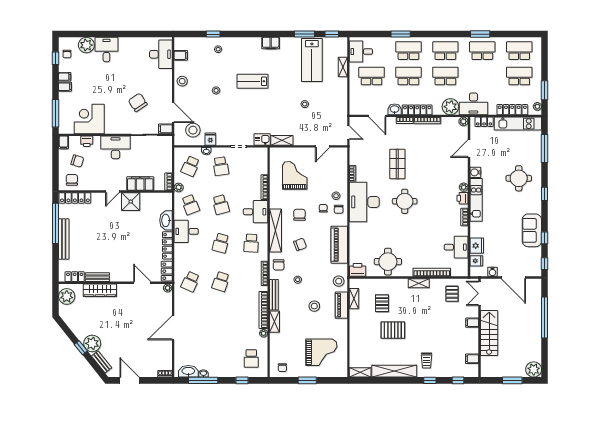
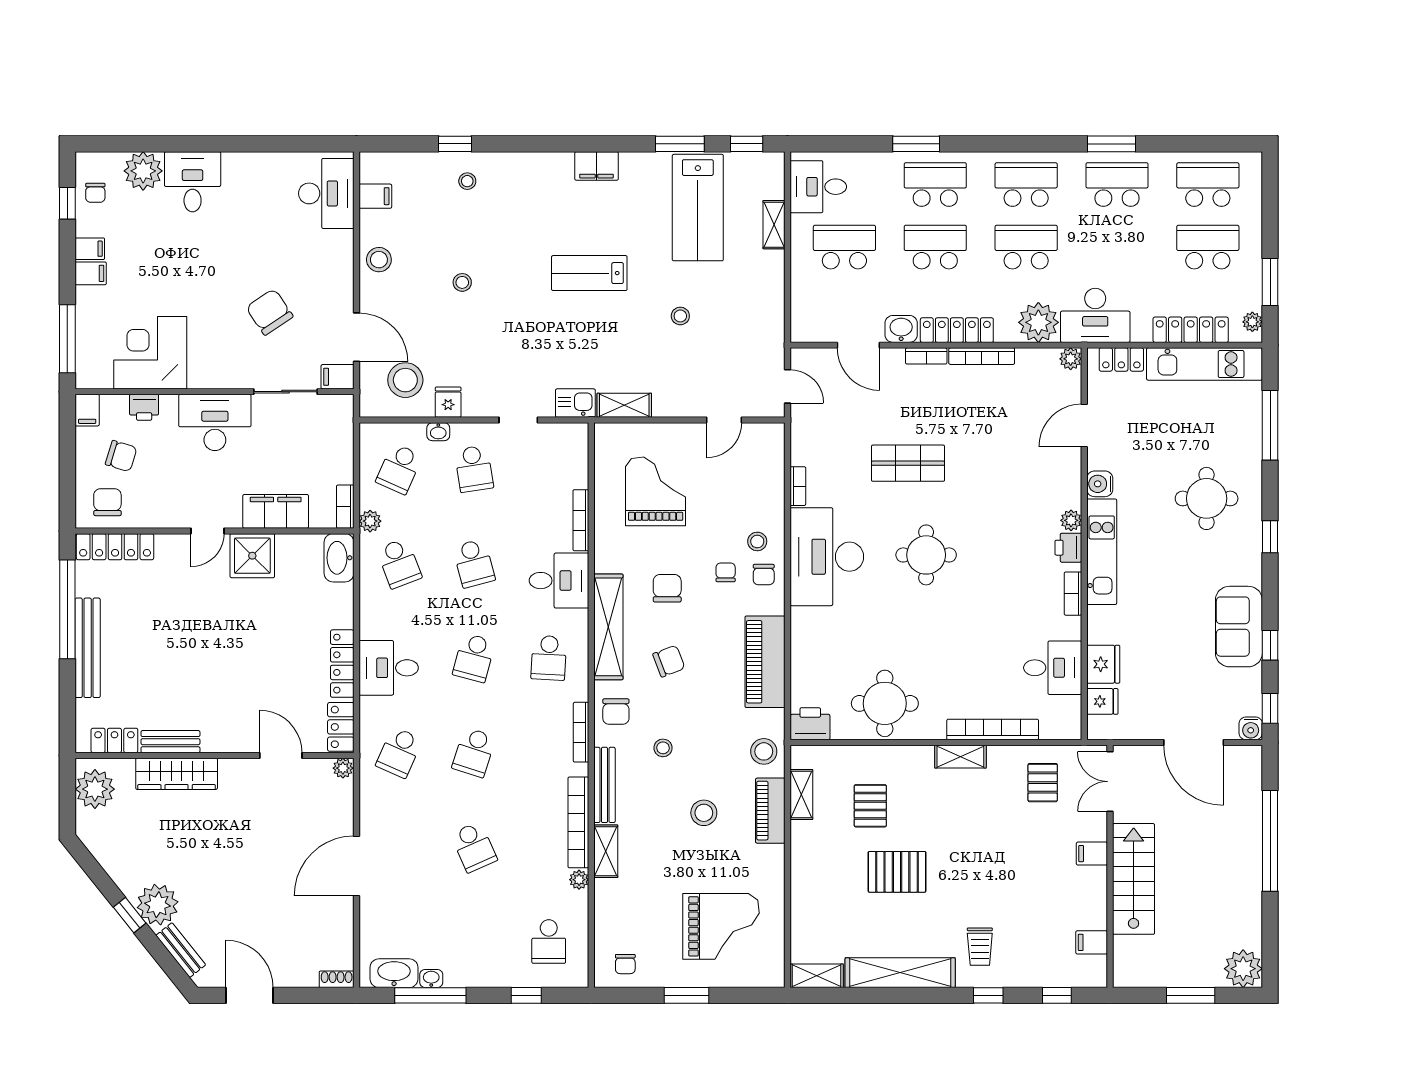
lab bench: (253, 81) -> (589, 273), moved
shop shelf: (397, 164) -> (908, 463), turned 90
washbasin: (166, 220) -> (339, 558), moved
desk: (186, 231) -> (389, 668), moved
water cooler: (492, 272) -> (1251, 728), moved
school desk: (221, 320) -> (474, 847), added

